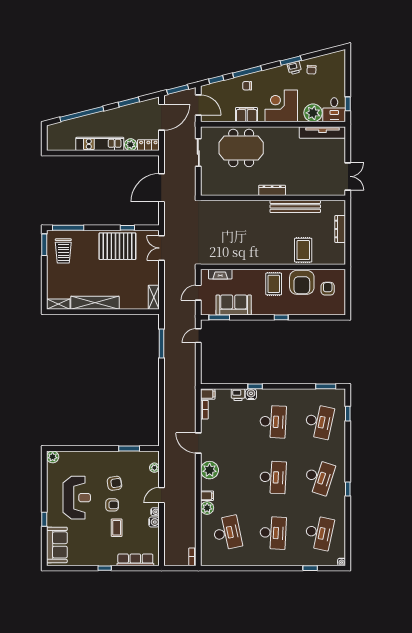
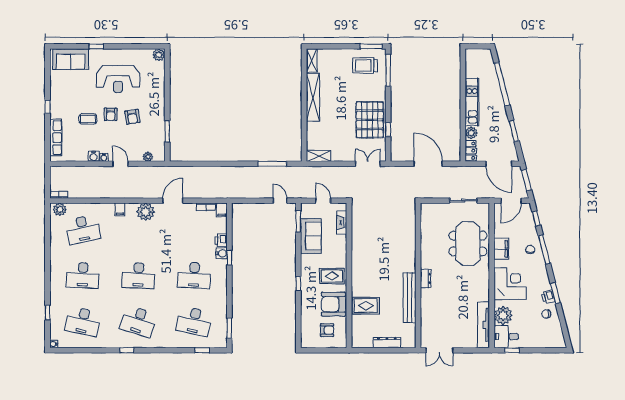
dresser: (272, 190) -> (426, 279), width x0.70
plant: (207, 508) -> (60, 209), moved

